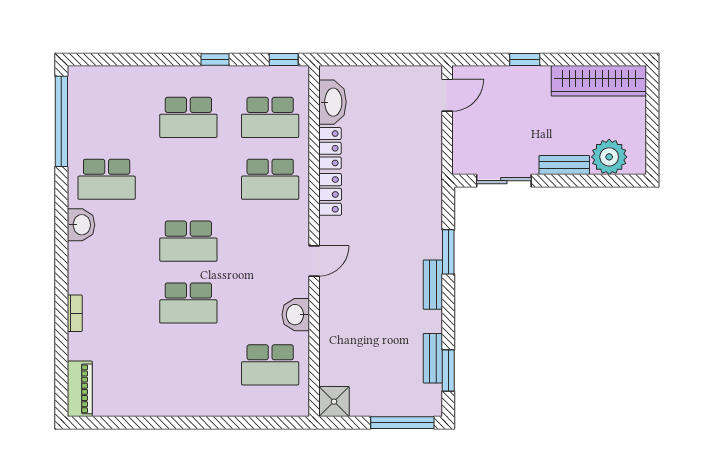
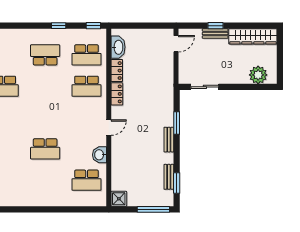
school desk: (188, 117) -> (45, 55), turned 180
bench: (564, 165) -> (215, 34), moved
school desk: (188, 241) -> (45, 118), removed

